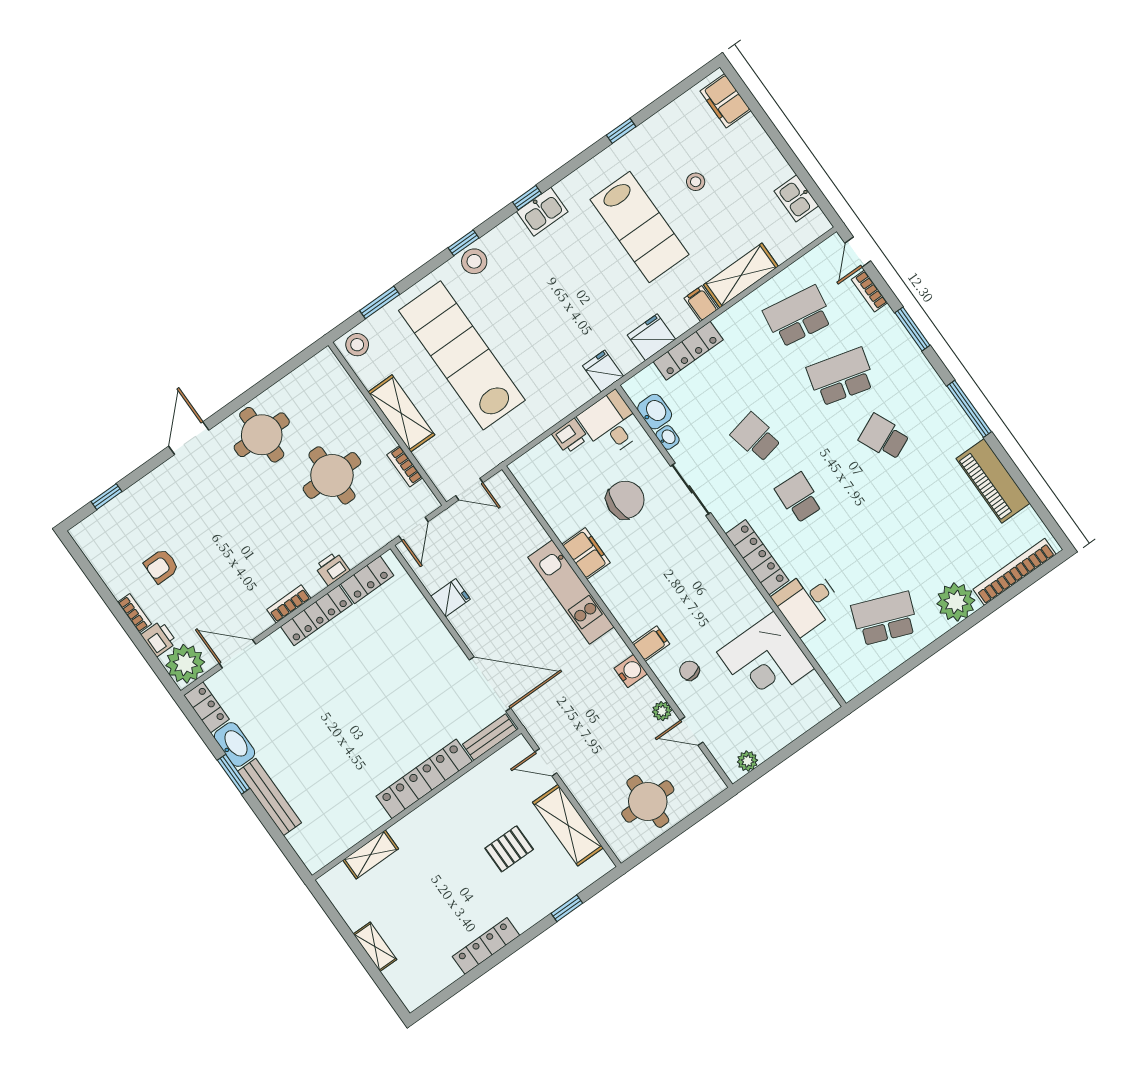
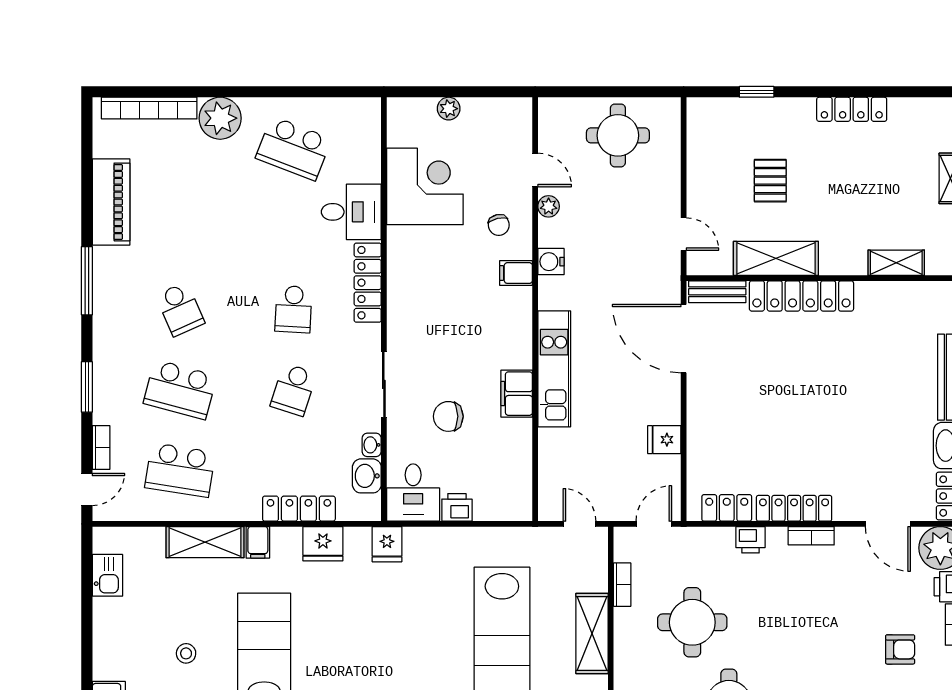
school desk: (756, 437) -> (293, 390), turned 30
chair: (625, 500) -> (448, 416), width x0.73, depth x0.73
plant: (747, 761) -> (449, 109), moved
shelving: (568, 825) -> (776, 258), moved, turned 90
pallet: (509, 849) -> (770, 181), turned 90

